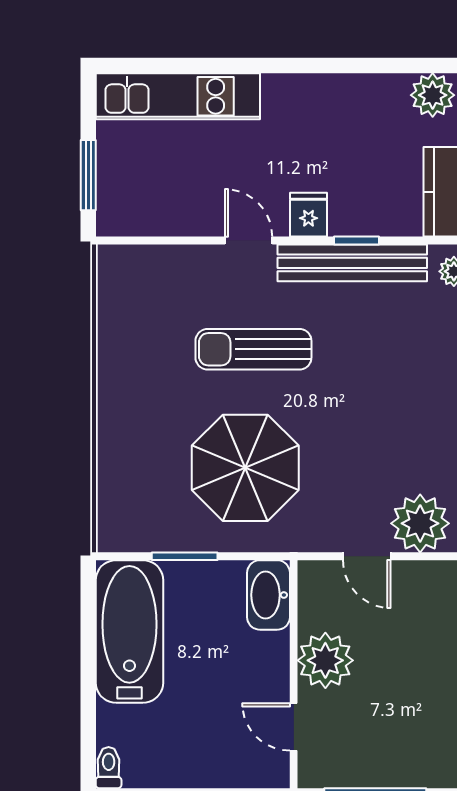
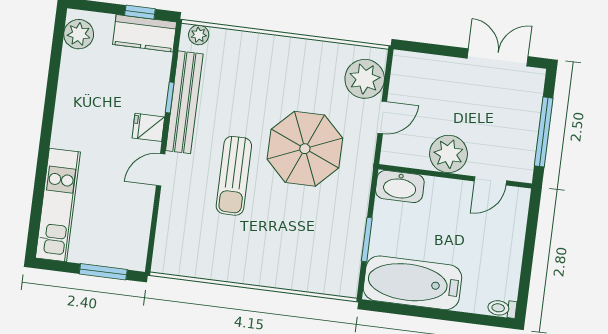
parasol: (245, 468) -> (305, 149), moved

